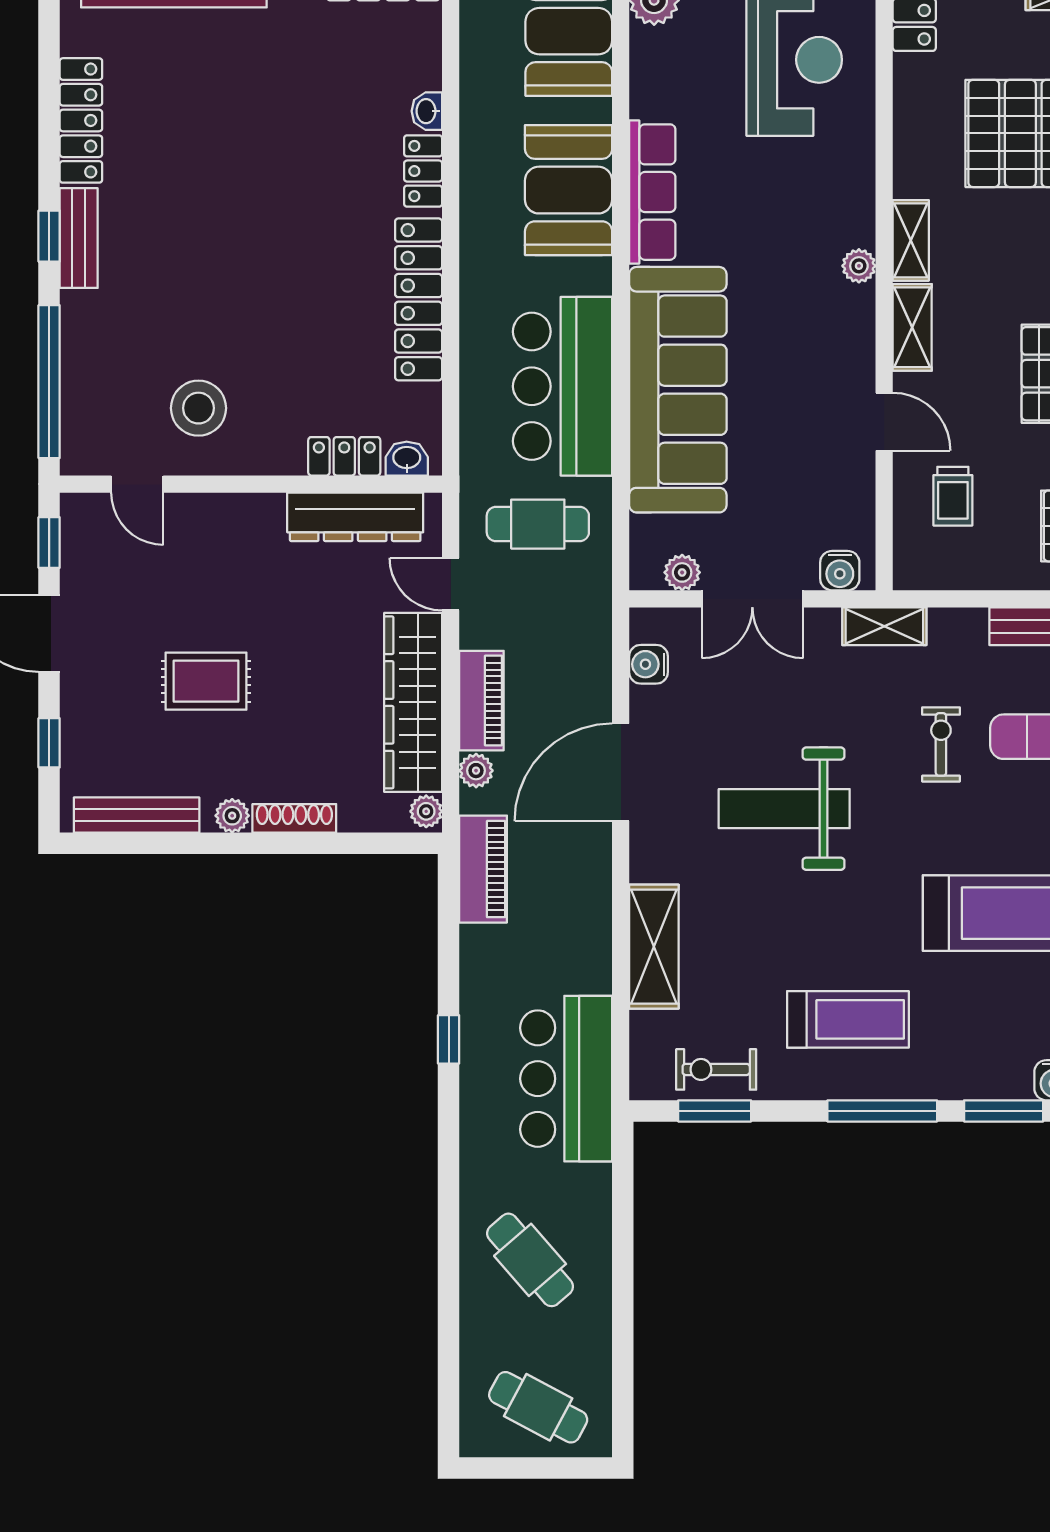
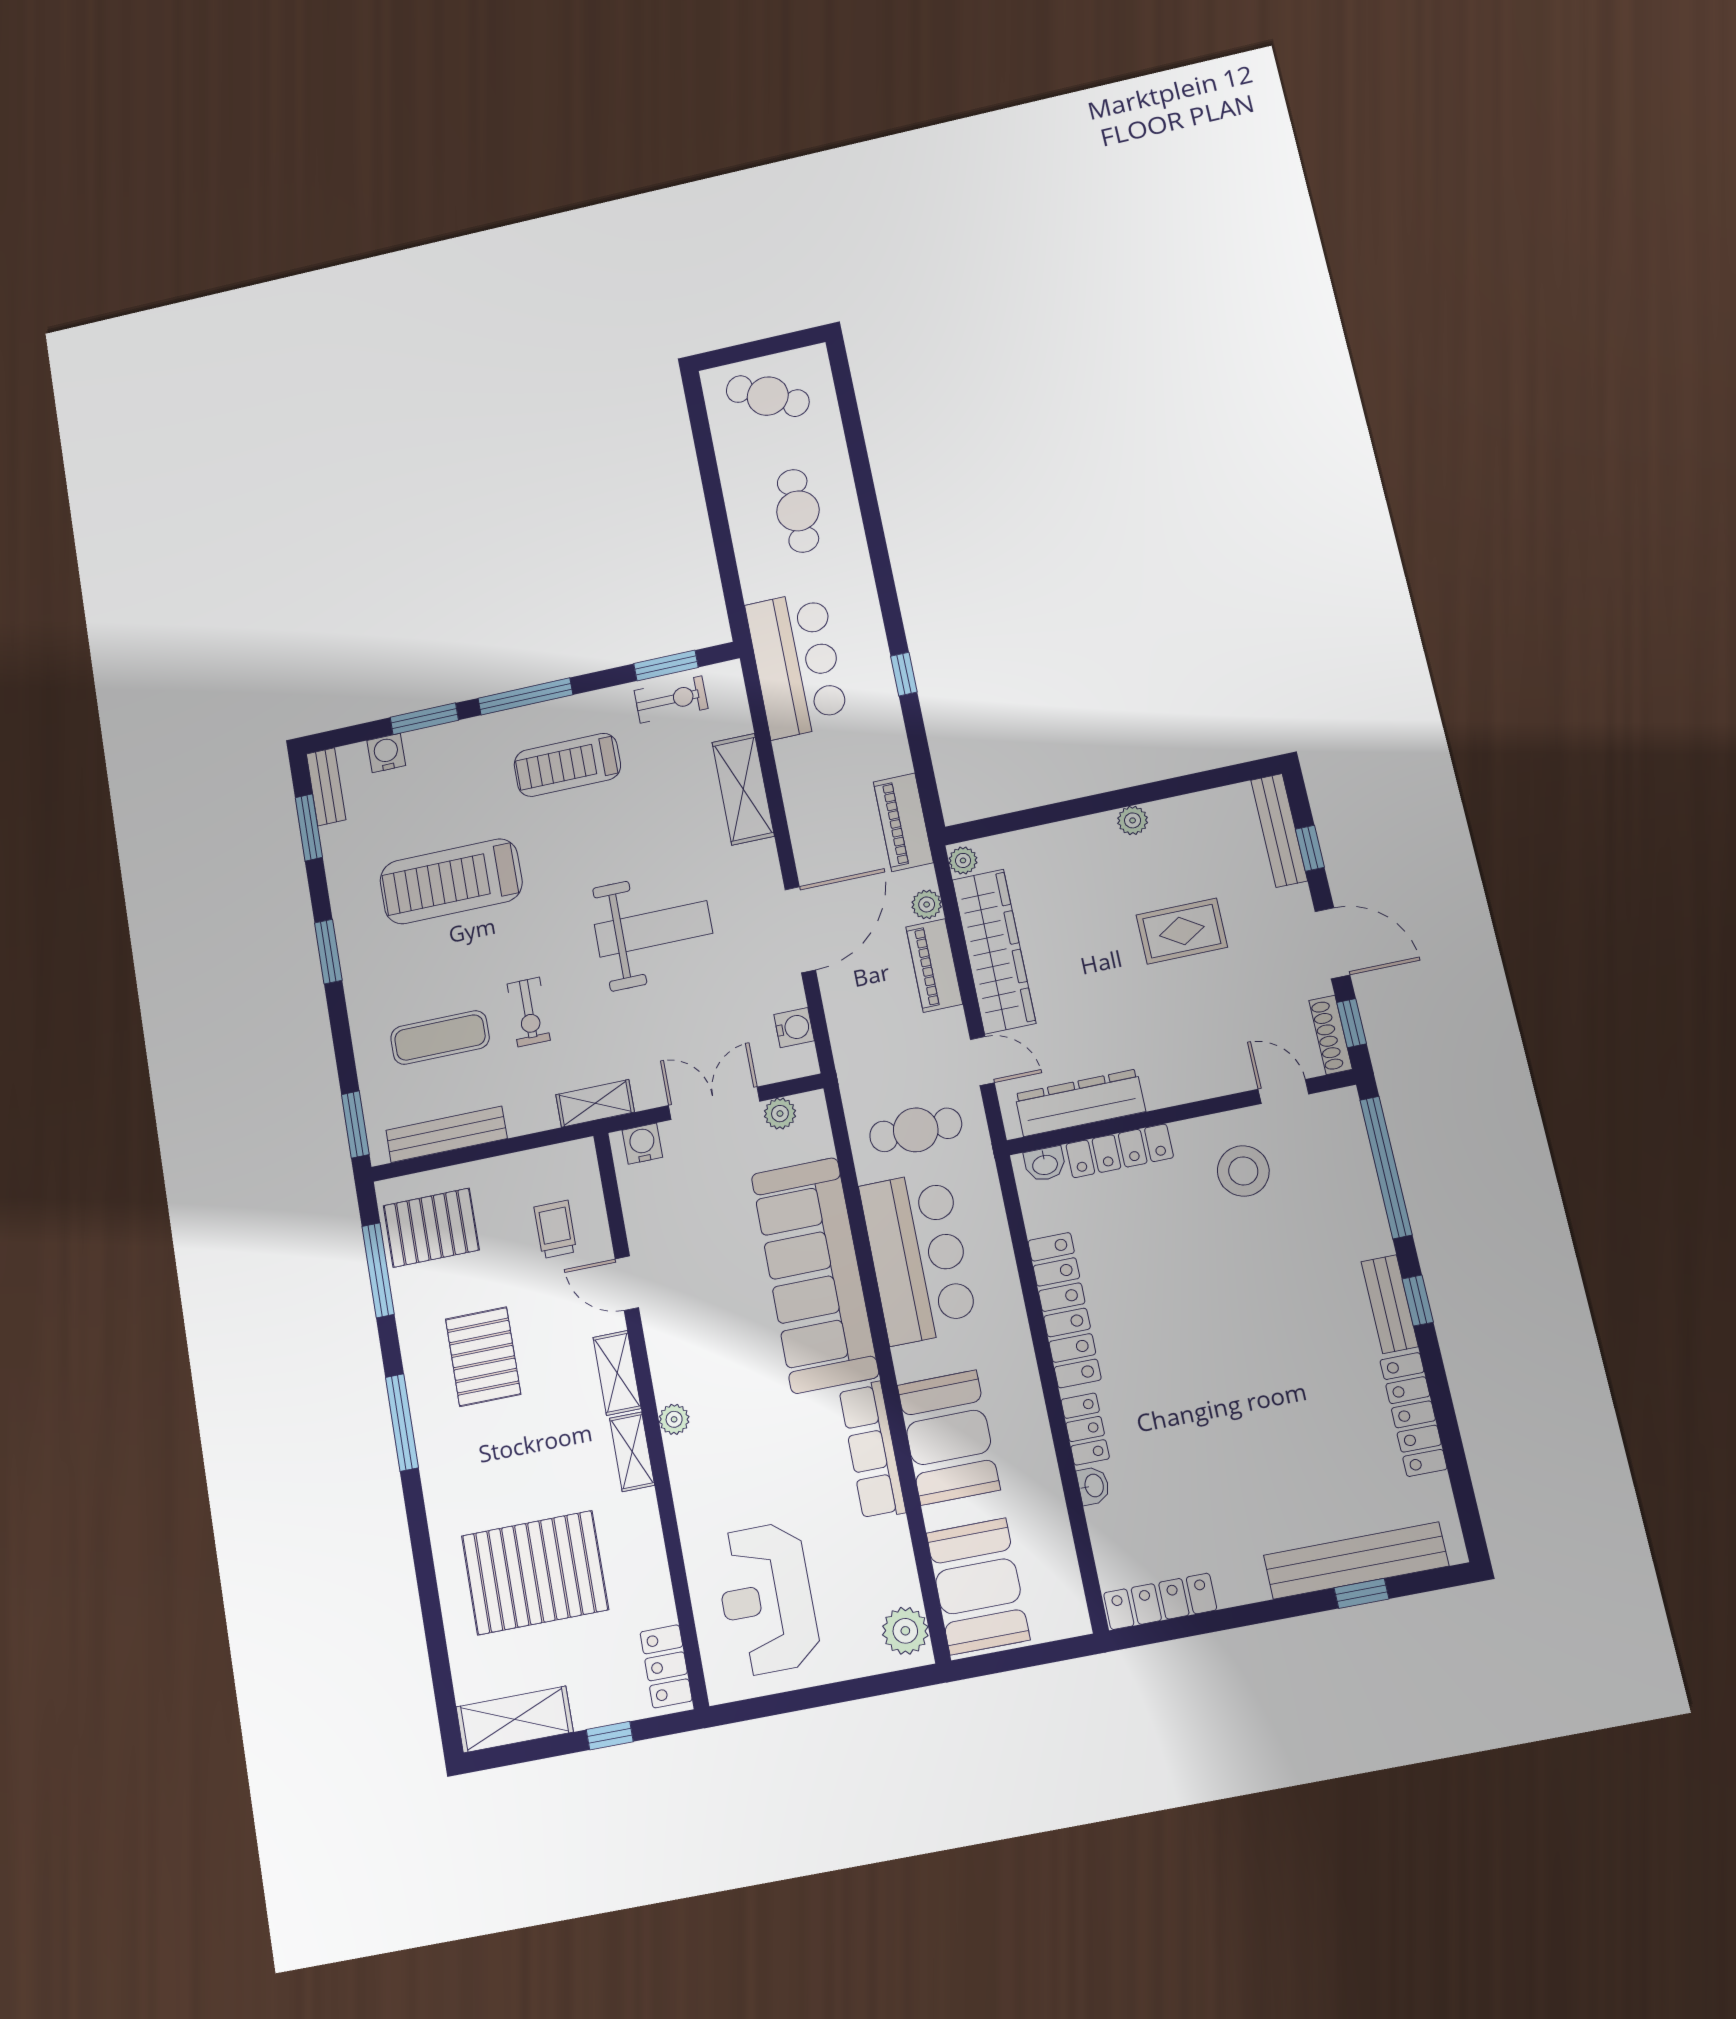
locker: (344, 456) -> (1120, 1151), width x1.53
bench: (137, 815) -> (1279, 830), moved, turned 90
shoe rack: (294, 818) -> (1331, 1035), moved, turned 90
cafe table: (530, 1260) -> (798, 511), turned 41

